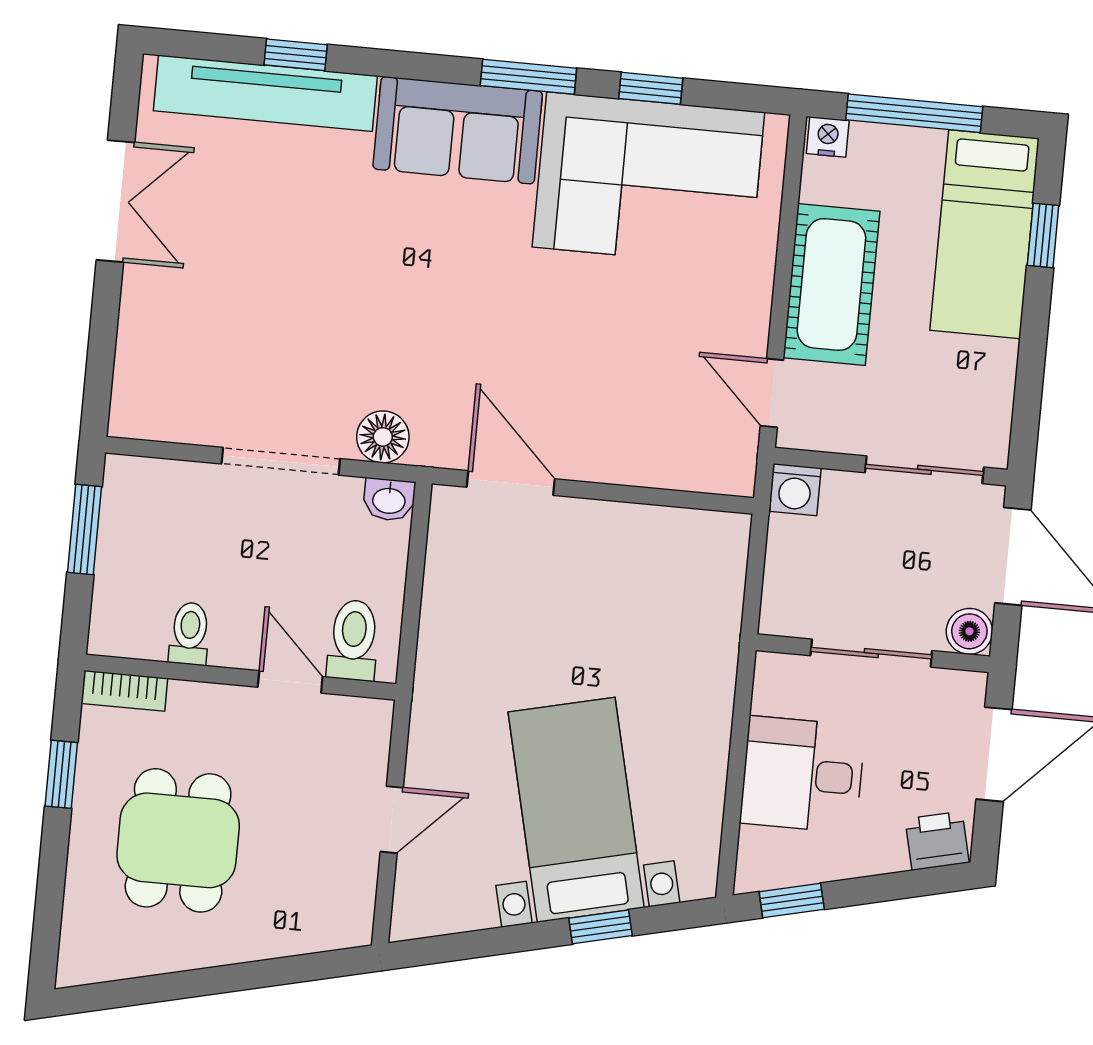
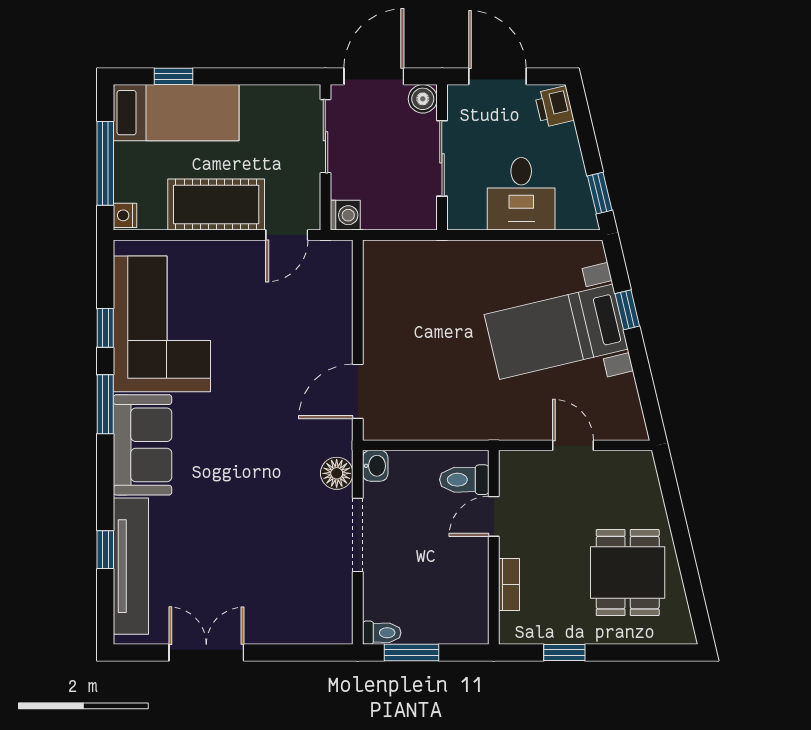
toilet: (190, 634) -> (382, 633), moved, turned 180
bookcase: (124, 691) -> (509, 585), moved
dining table: (178, 840) -> (628, 573), moved, turned 90

